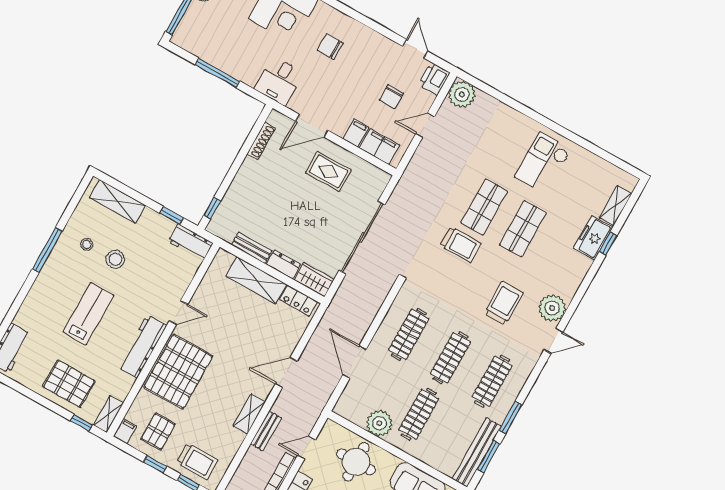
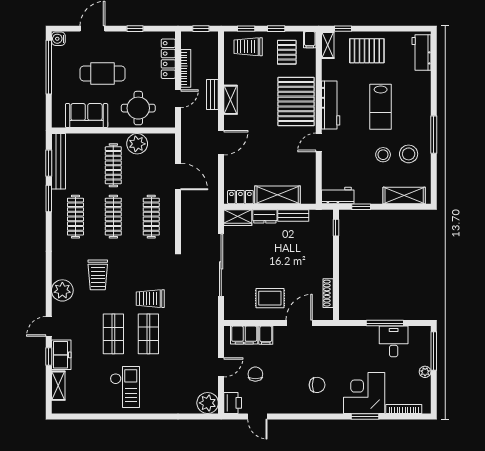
desk: (279, 81) -> (394, 341), moved
stool: (87, 244) -> (409, 154), width x1.89, depth x1.89
door: (553, 341) -> (49, 326), moved

